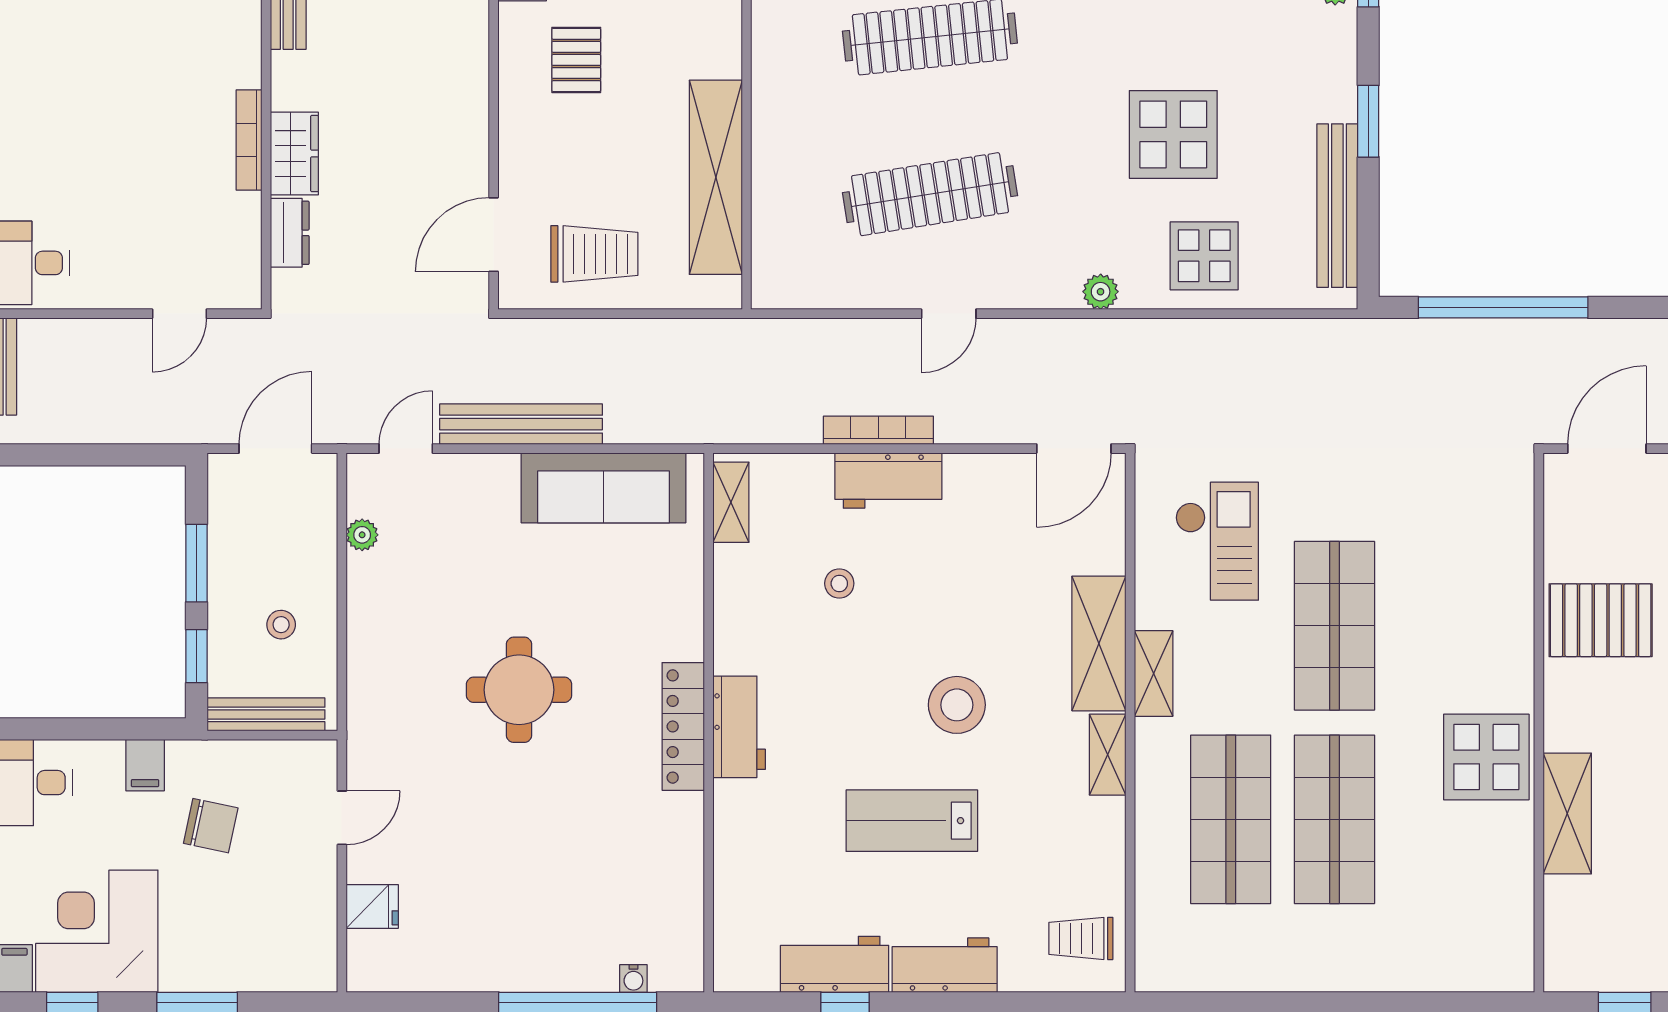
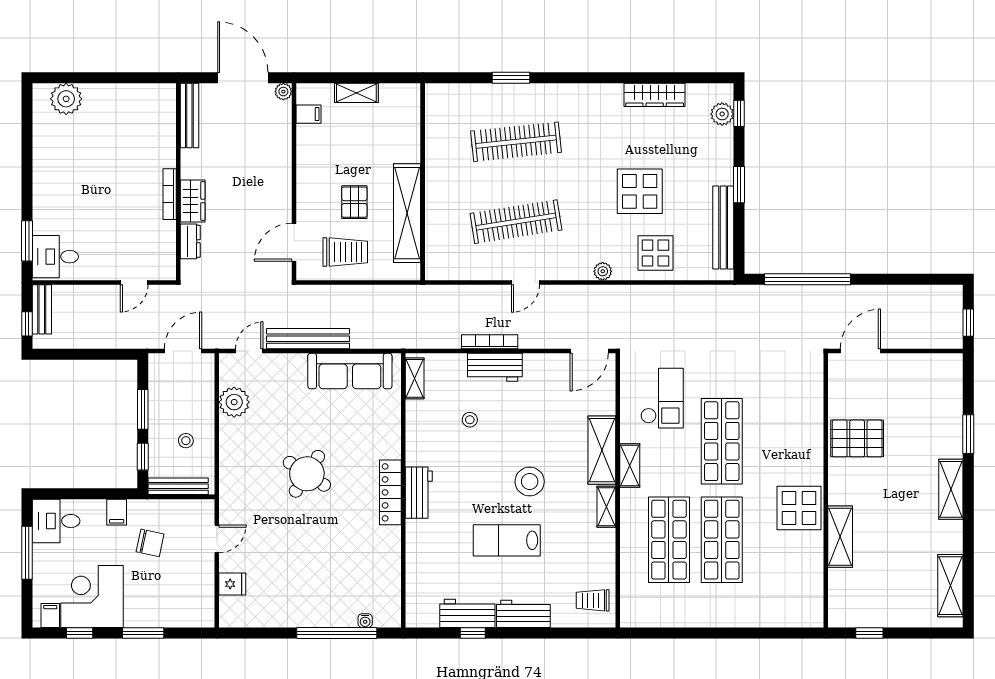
pallet: (576, 60) -> (354, 202), moved
plant: (362, 535) -> (234, 402), width x1.88, depth x1.88
round table: (519, 690) -> (307, 474), turned 33

